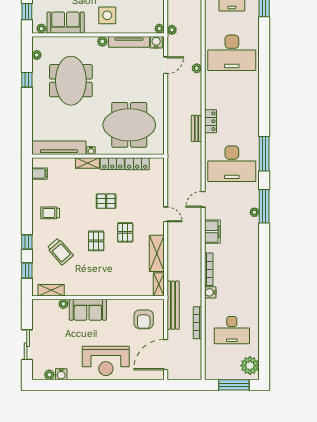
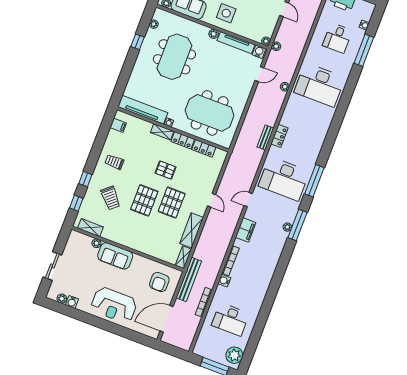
pallet: (125, 232) -> (172, 203), width x1.50, depth x1.42
pallet: (96, 241) -> (144, 200), width x1.50, depth x1.42

